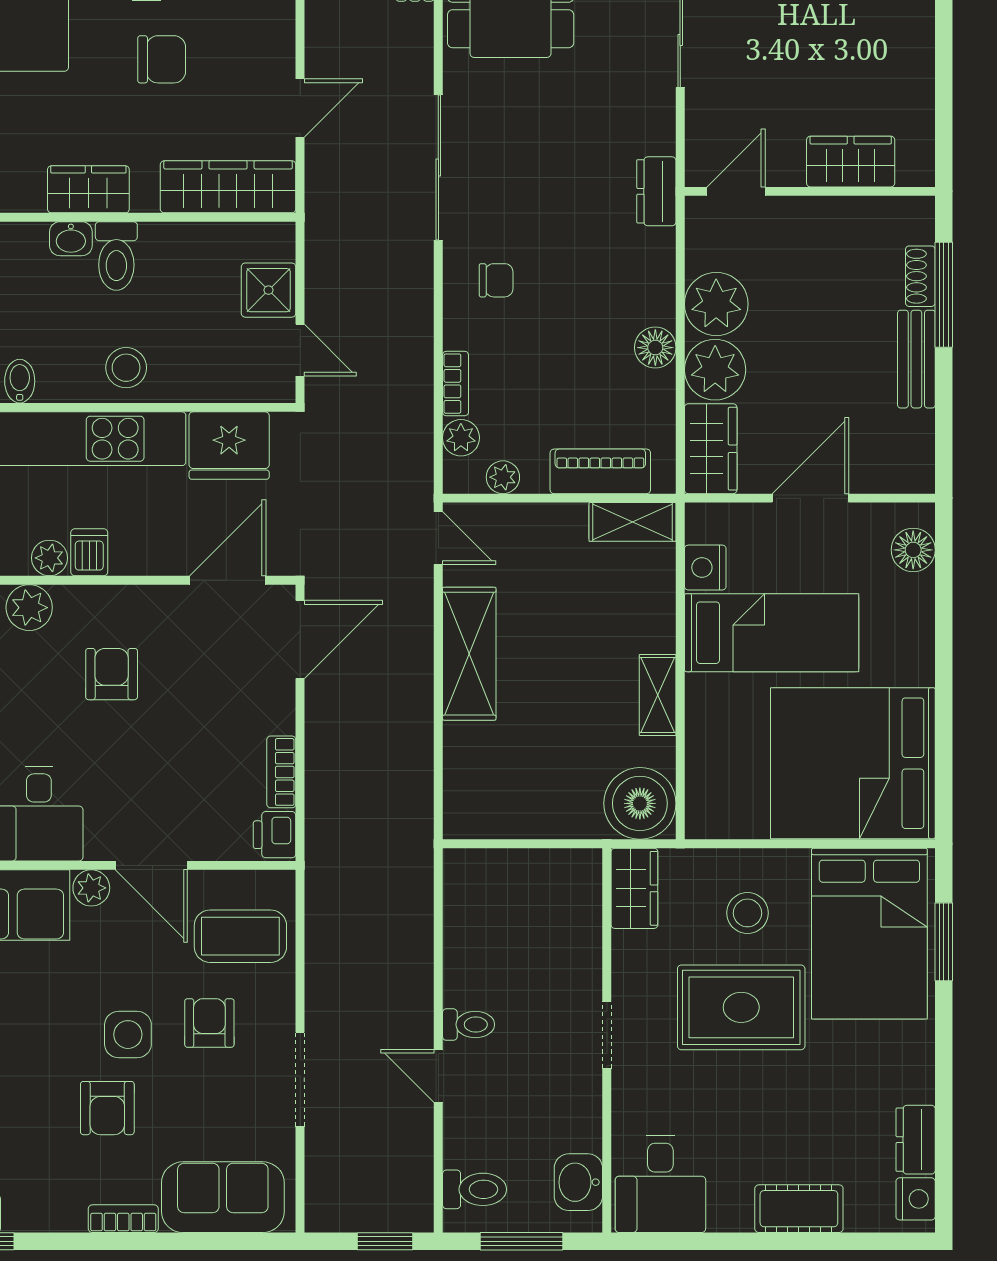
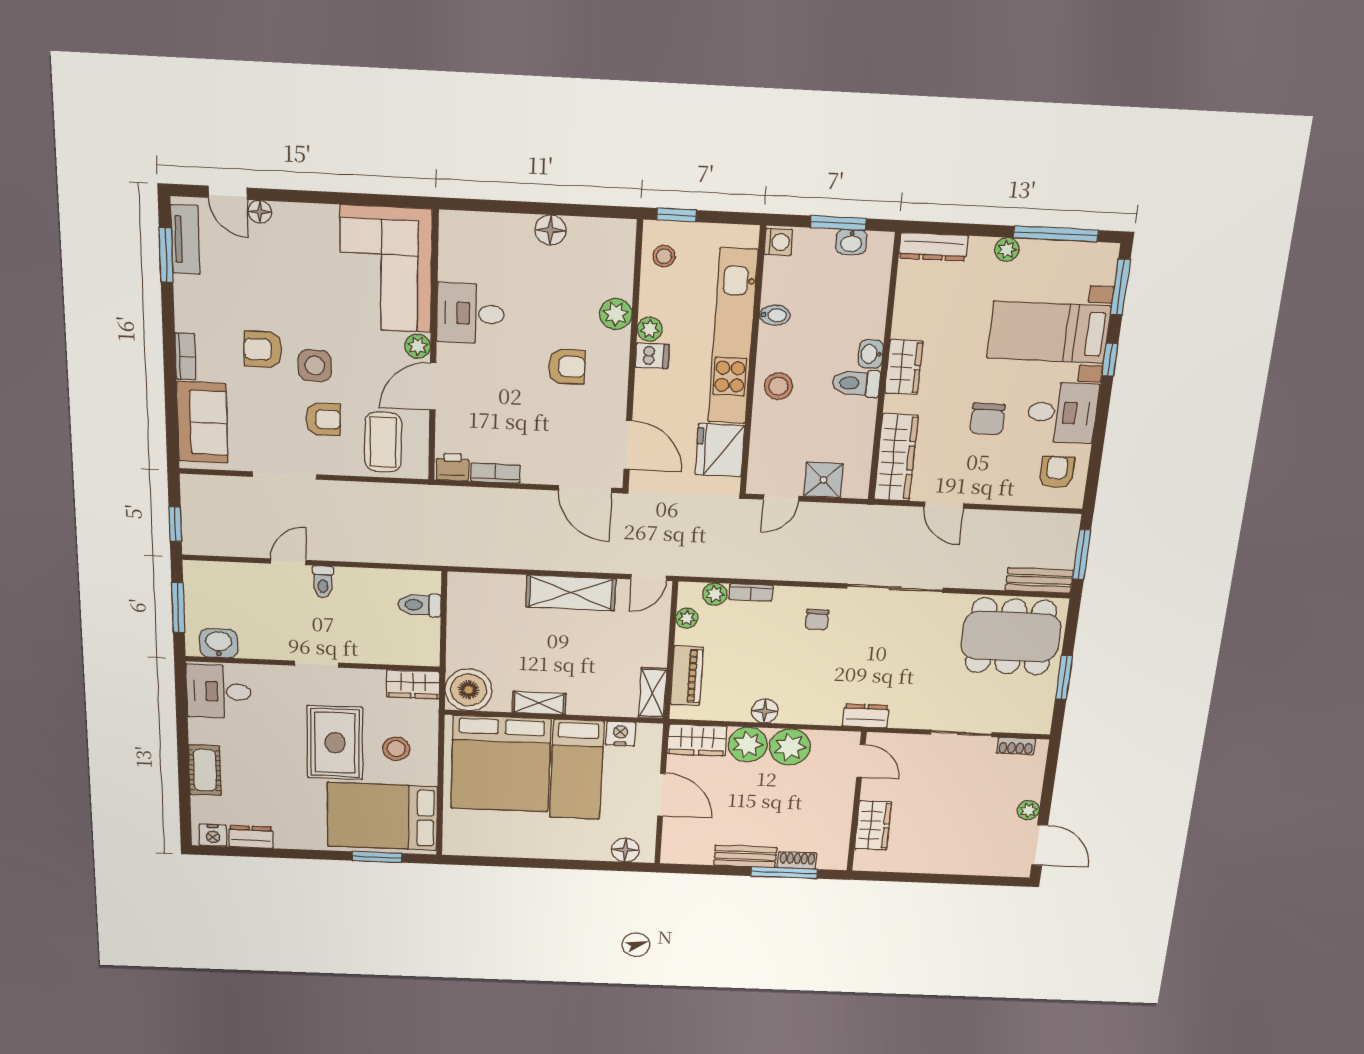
bed: (853, 763) -> (501, 764), moved, turned 180
toilet: (475, 1189) -> (420, 605), moved, turned 90

